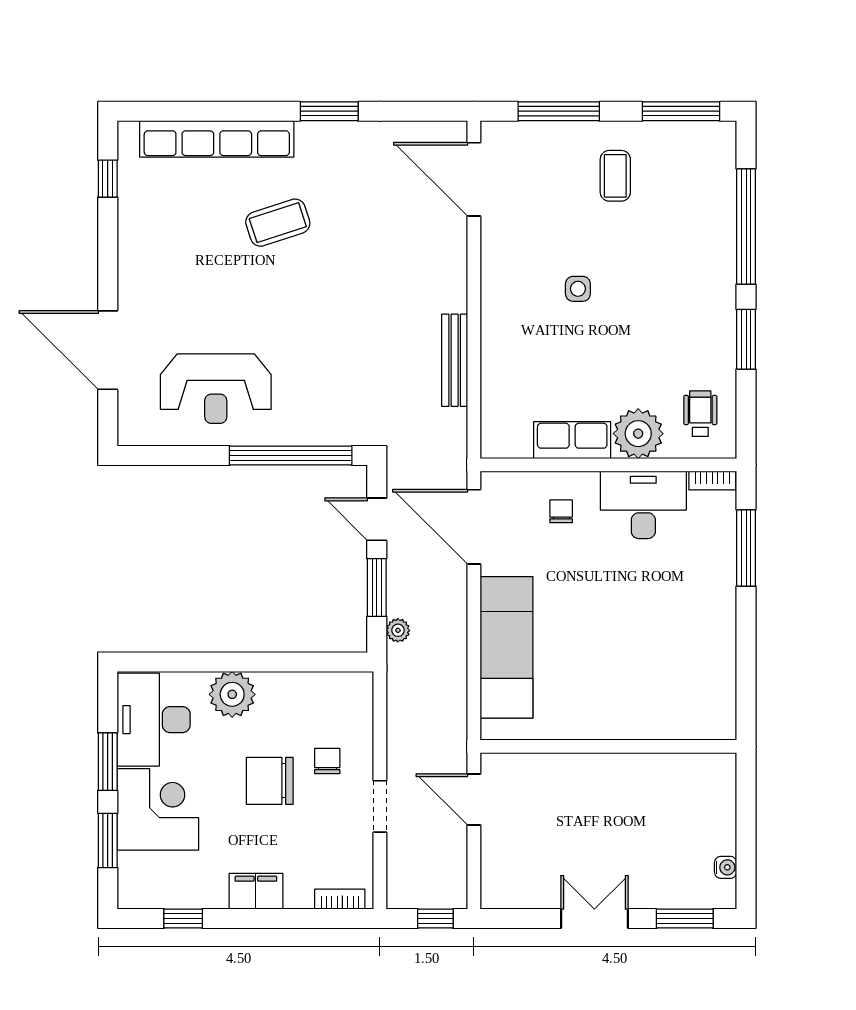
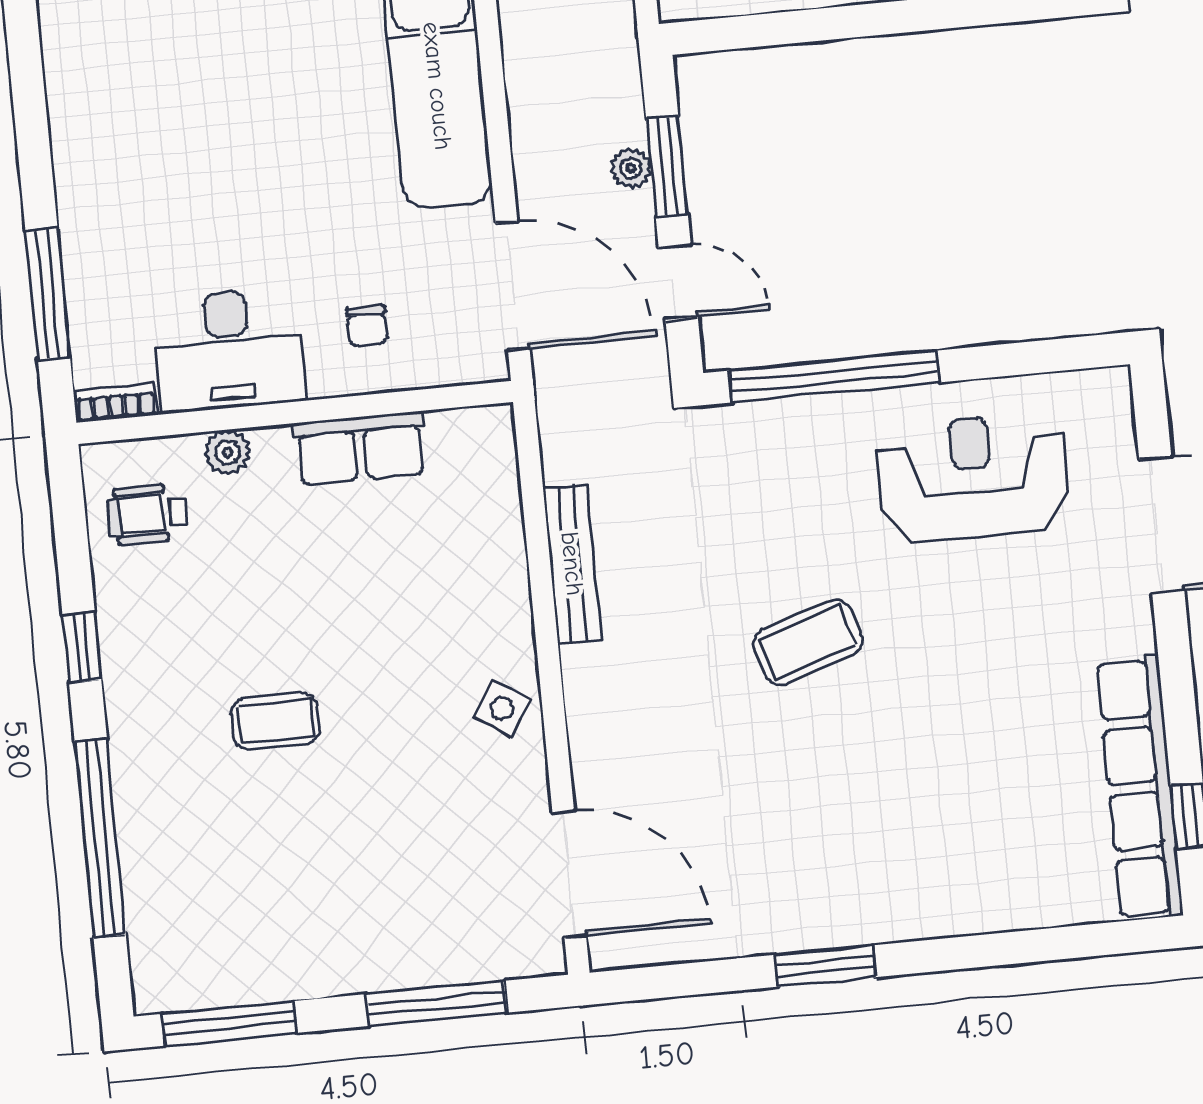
row of seats: (217, 139) -> (1140, 788), moved, turned -90
coffee table: (615, 176) -> (275, 721), moved, turned 90
coffee table: (278, 223) -> (808, 642), moved
side table: (578, 289) -> (502, 709), moved, turned 33
window: (746, 339) -> (82, 648), width x0.67
wheelchair: (700, 414) -> (147, 514), turned 90
plant: (638, 434) -> (228, 452), width x0.53, depth x0.53
plant: (398, 630) -> (631, 168), moved

